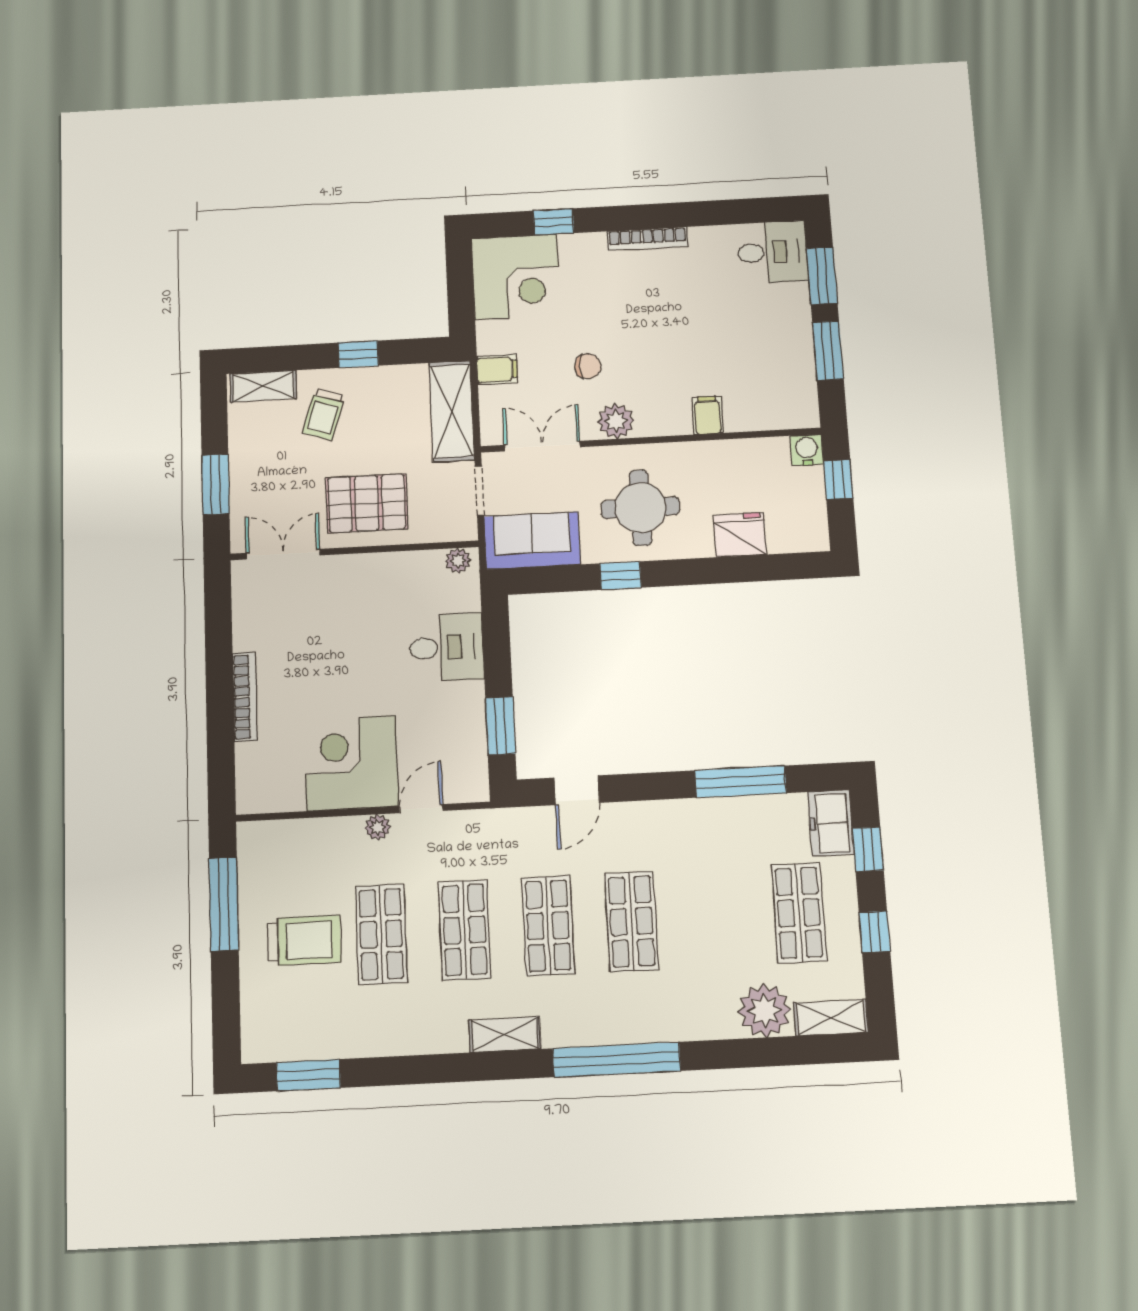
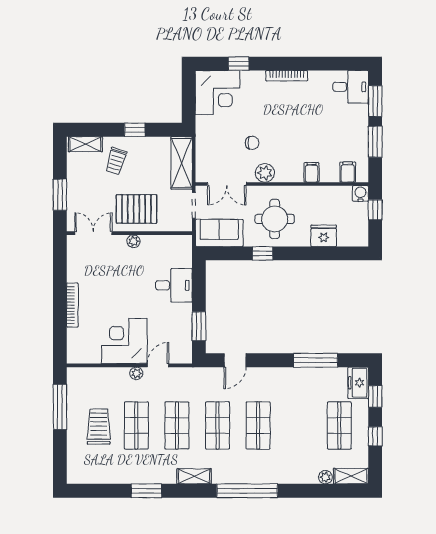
filing cabinet: (497, 370) -> (348, 172), moved, turned -90
double door: (542, 446) -> (227, 184), swing flipped
plant: (458, 561) -> (133, 241), moved
trolley: (304, 940) -> (99, 427), turned -90
plant: (765, 1011) -> (325, 477), width x0.53, depth x0.53
window: (308, 1075) -> (146, 491), moved

